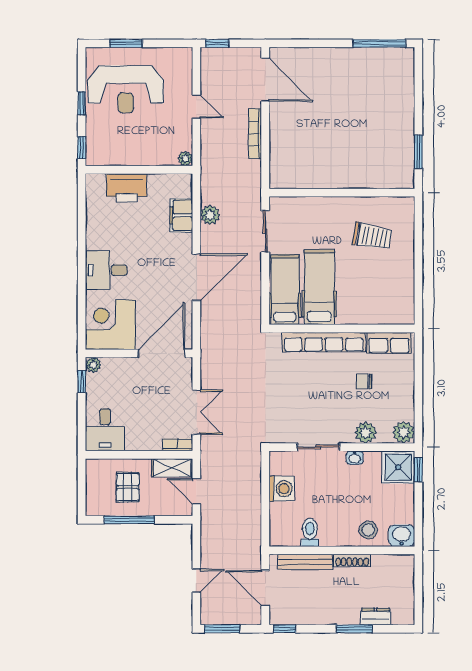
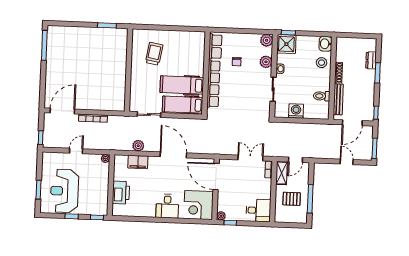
reception desk: (126, 89) -> (65, 191), turned 180

